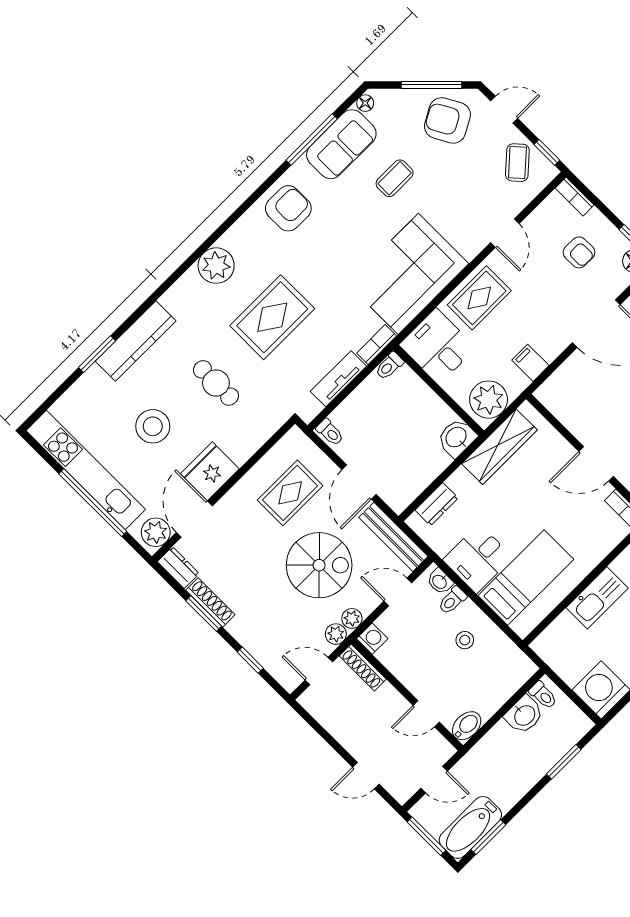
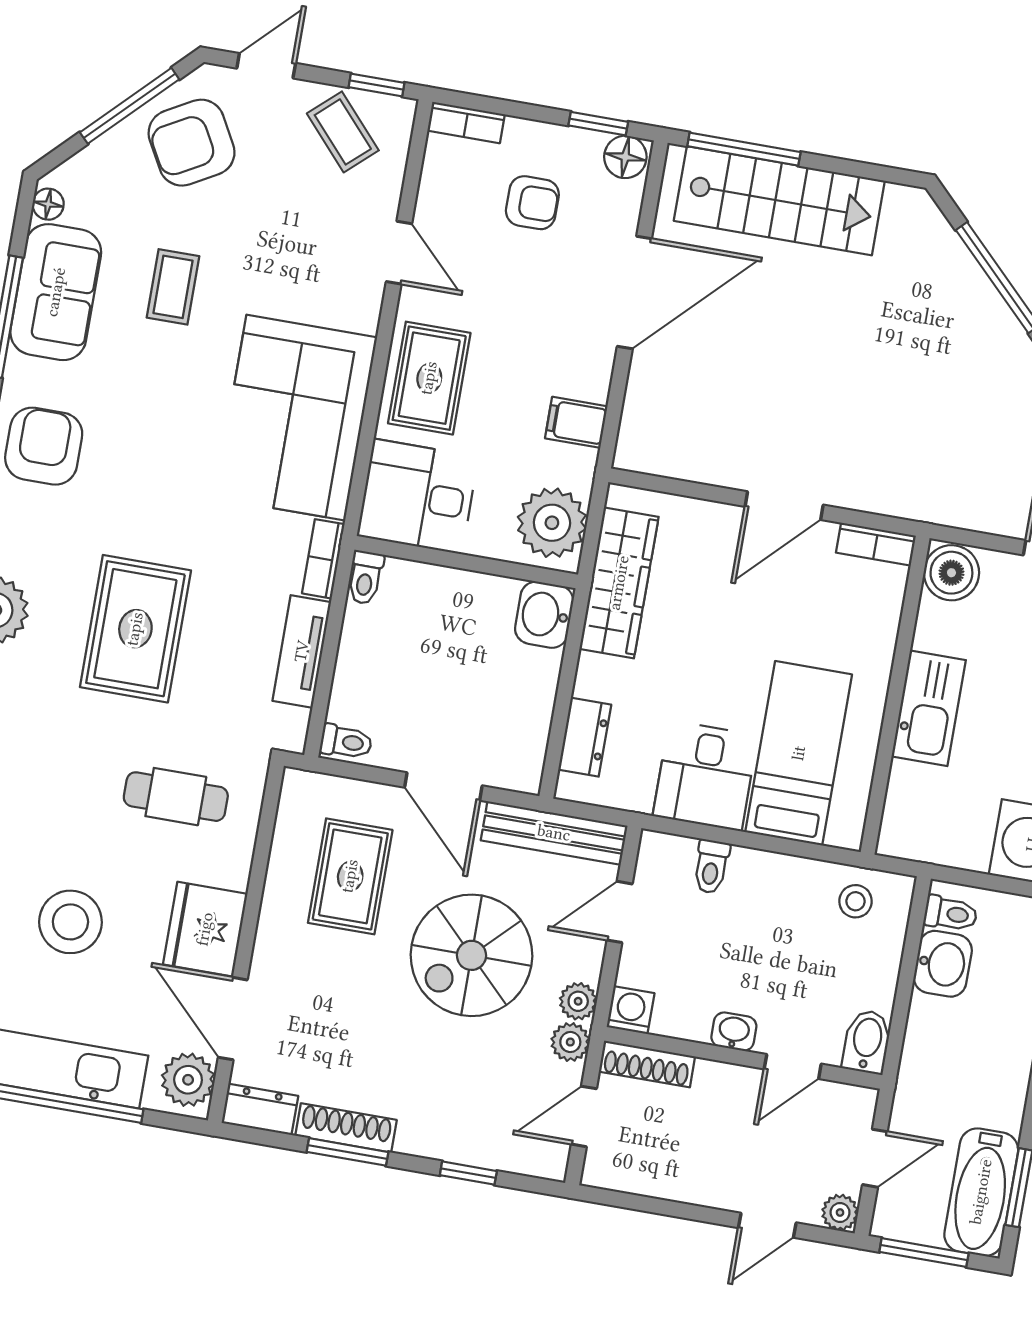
cafe table: (216, 383) -> (176, 797), moved
spiral stairs: (319, 565) -> (471, 955), turned 180
washbasin: (440, 581) -> (734, 1032), moved, turned 180
stool: (465, 640) -> (856, 901), moved
plant: (402, 793) -> (840, 1213), added

